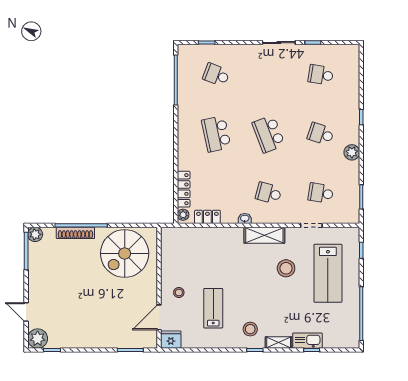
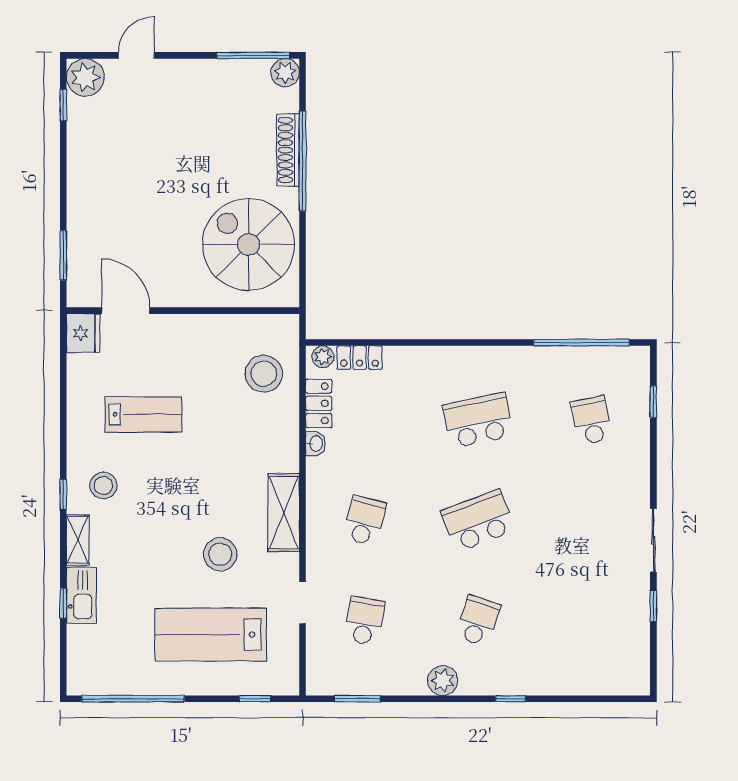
school desk: (216, 75) -> (591, 420), turned -33
school desk: (321, 75) -> (591, 621), removed
locker: (184, 189) -> (360, 358), width x0.66
washbasin: (245, 219) -> (316, 444), moved
stool: (179, 292) -> (264, 374), moved, width x1.89, depth x1.89

